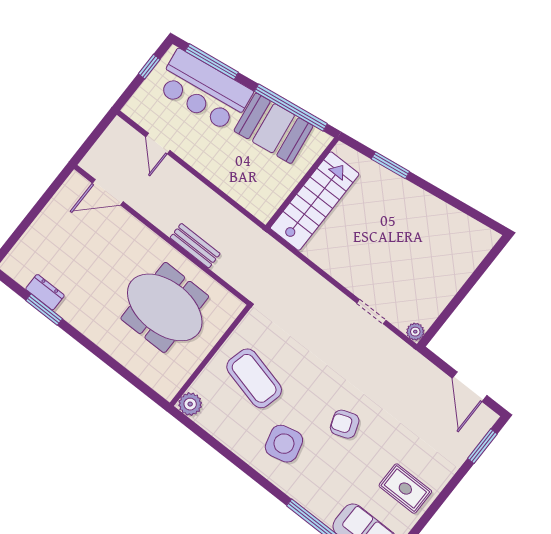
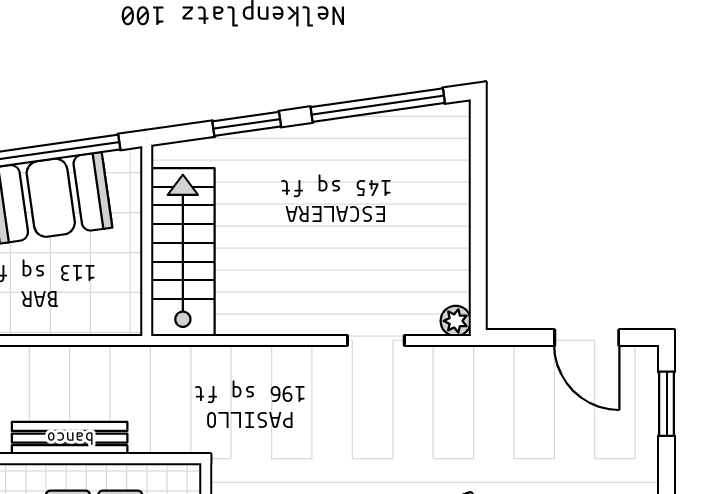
window: (458, 204) -> (378, 105), added
bench: (195, 246) -> (70, 438), width x1.36

